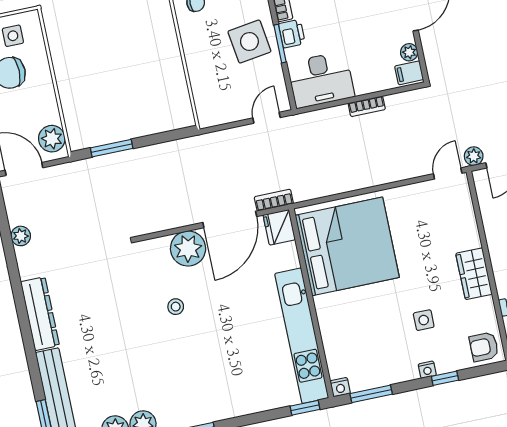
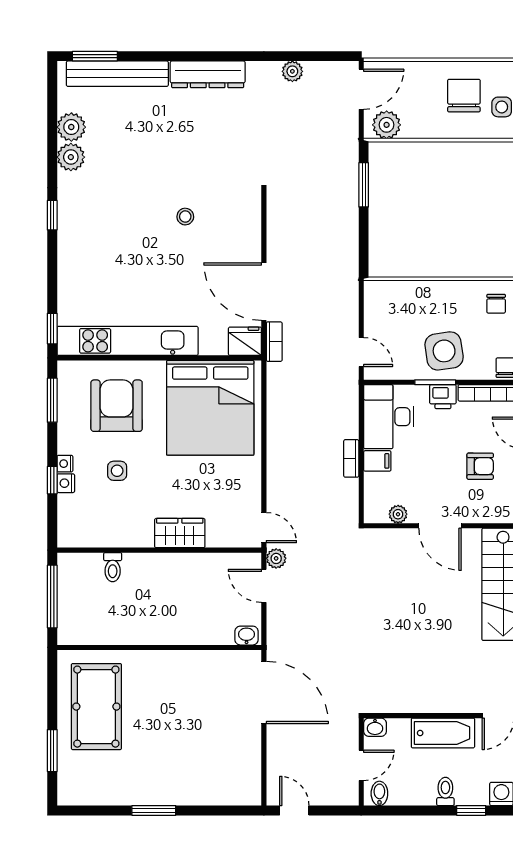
filing cabinet: (409, 73) -> (377, 461), moved, turned 90
plant: (188, 249) -> (243, 242), removed
wardrobe: (474, 274) -> (180, 533), moved
armchair: (484, 347) -> (117, 406), moved, width x1.88, depth x1.88
nightstand: (340, 387) -> (66, 483), moved

